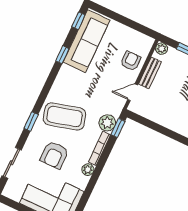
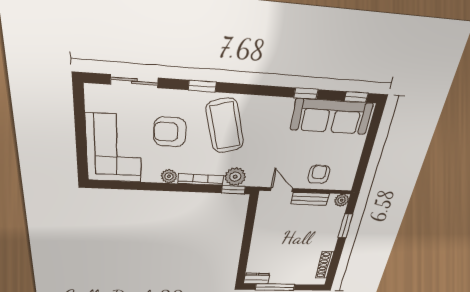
armchair: (131, 61) -> (319, 174), turned -90

